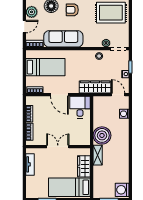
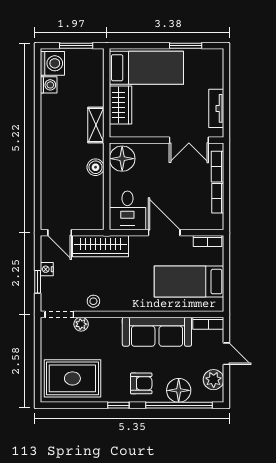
door: (24, 27) -> (226, 354), swing flipped
washing machine: (124, 114) -> (49, 85), moved
boiler: (102, 135) -> (96, 167), width x0.54, depth x0.54
floor lamp: (83, 136) -> (122, 159), added
double door: (58, 147) -> (189, 140), moved

